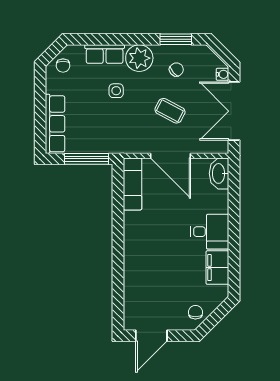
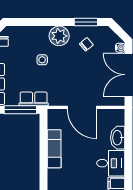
row of seats: (105, 54) -> (34, 99), moved, turned 180
coffee table: (170, 111) -> (82, 74), removed
washbasin: (219, 173) -> (118, 138), moved
exam couch: (132, 184) -> (54, 149), moved

